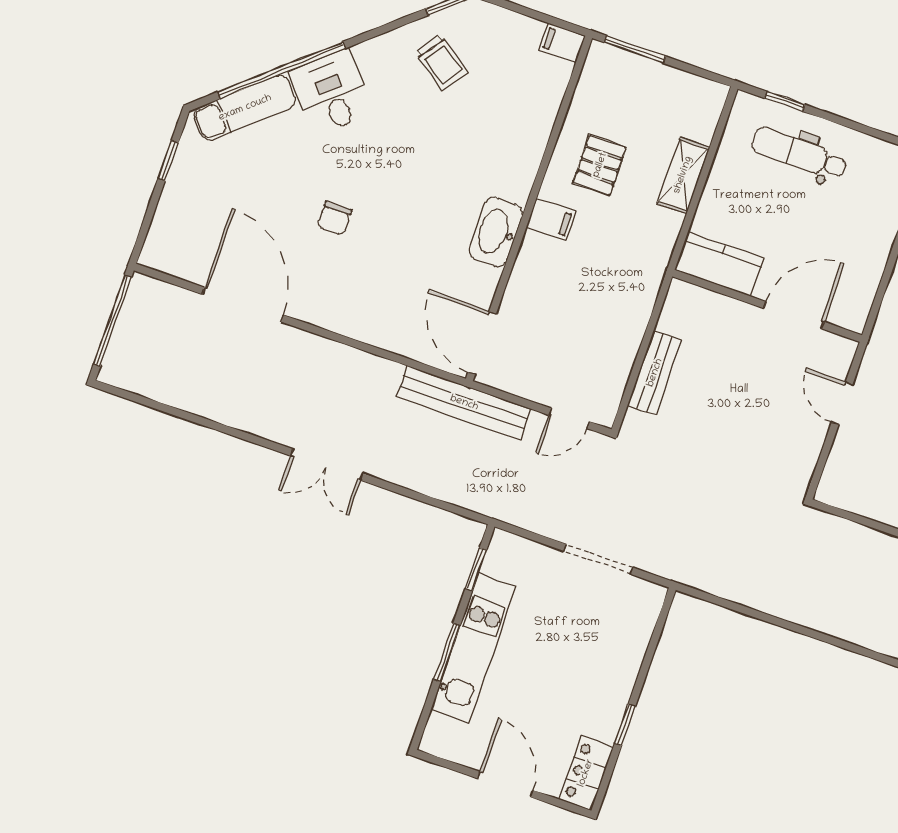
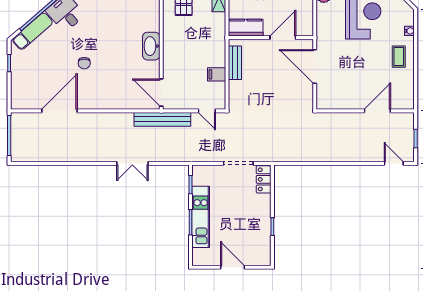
filing cabinet: (551, 219) -> (217, 74), moved, turned 180
door: (243, 305) -> (59, 111), hinge flipped
bench: (655, 373) -> (235, 63), moved
door: (842, 403) -> (315, 66), width x1.87
door: (569, 418) -> (207, 111), hinge flipped
double door: (327, 465) -> (132, 163), moved
locker: (586, 773) -> (264, 179), moved

